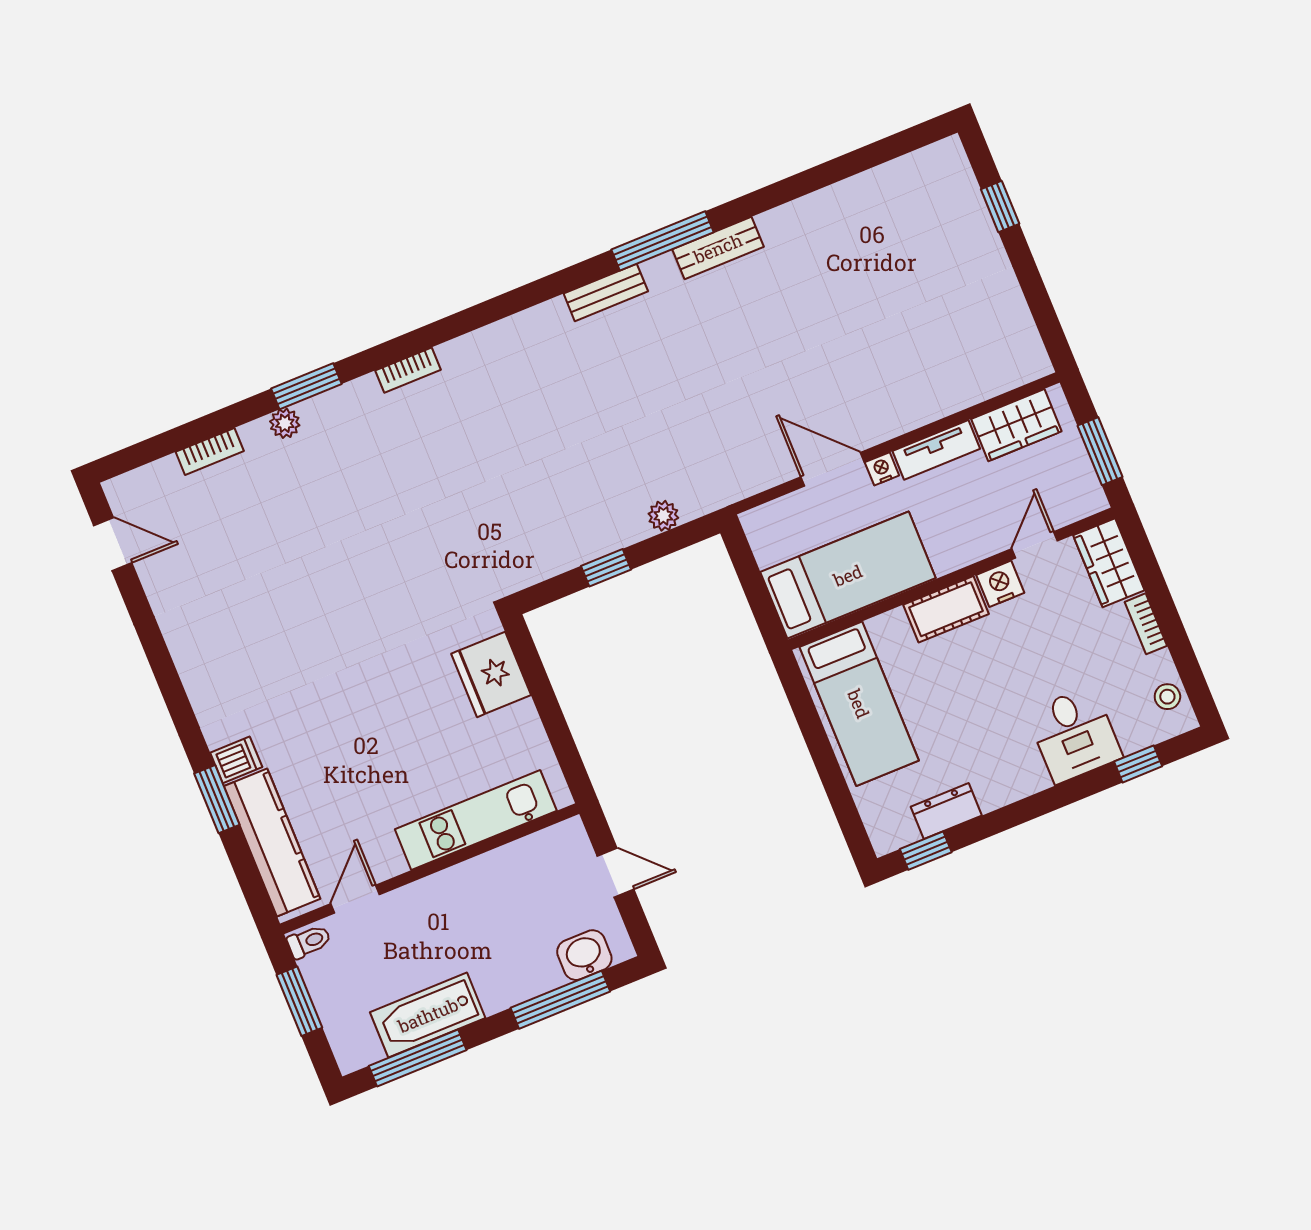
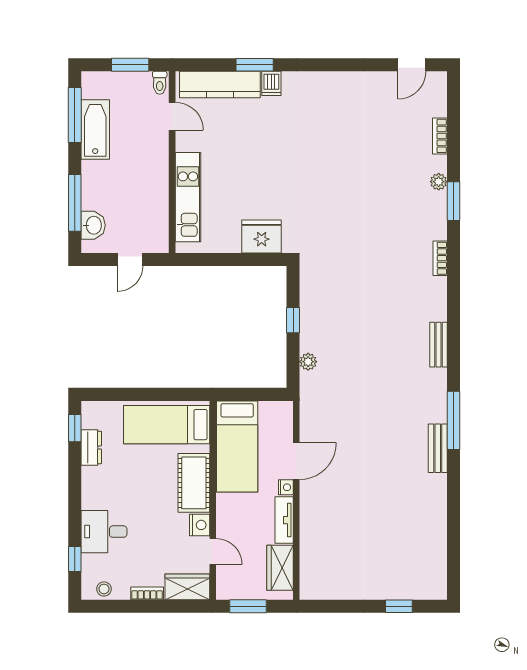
bench: (606, 292) -> (439, 345), moved
cot: (946, 609) -> (194, 483), width x1.37, depth x1.34

